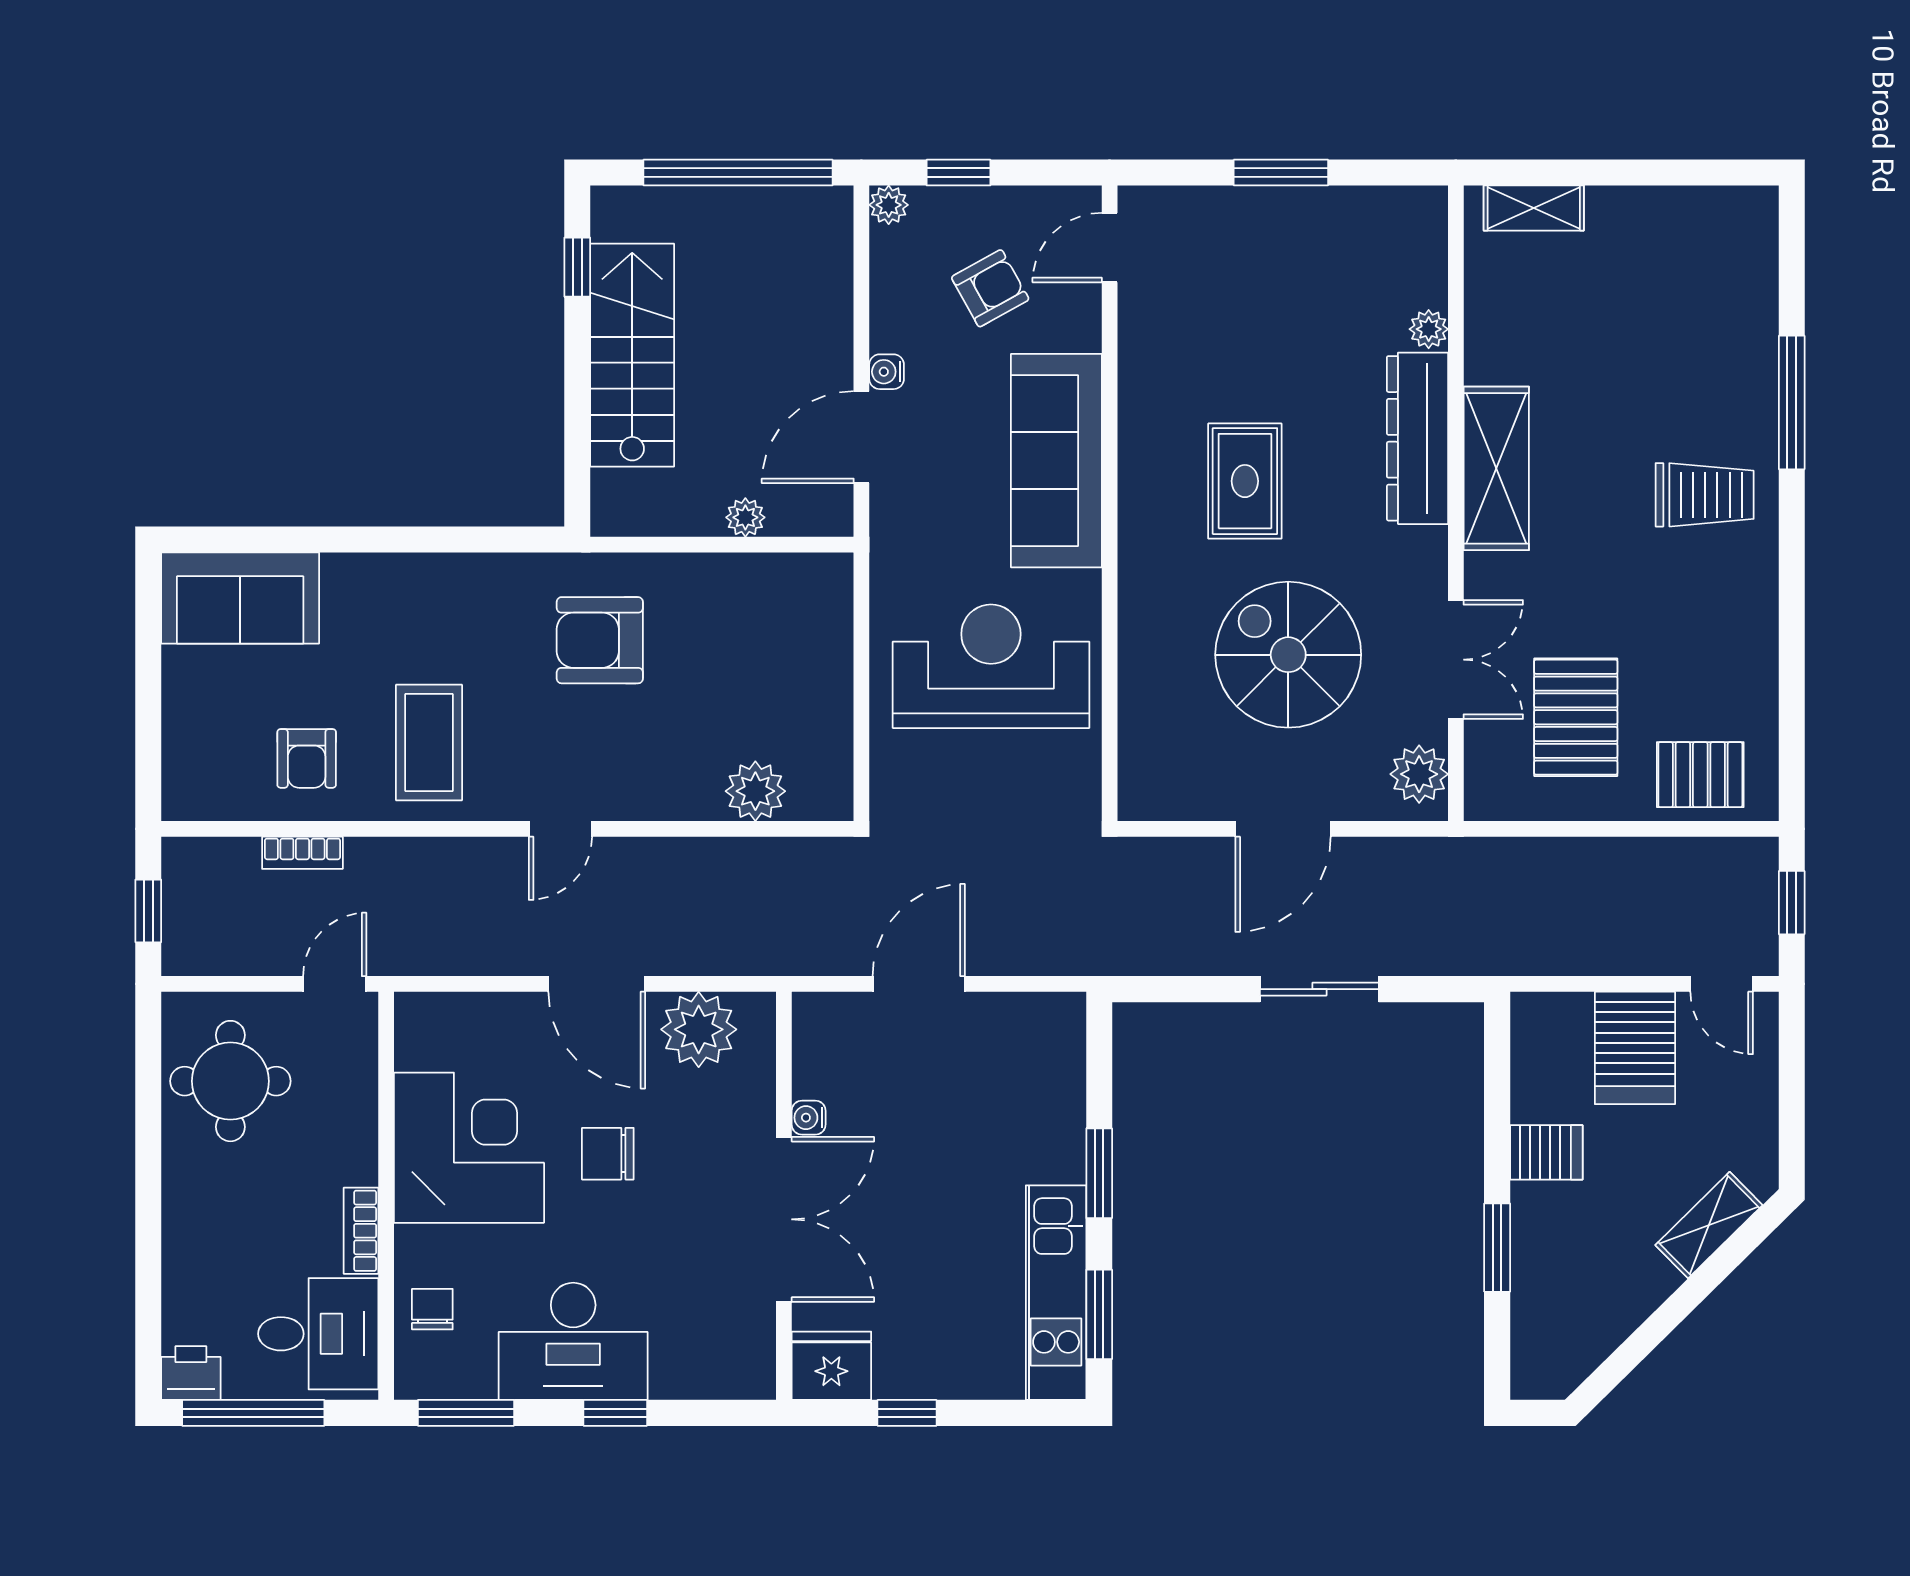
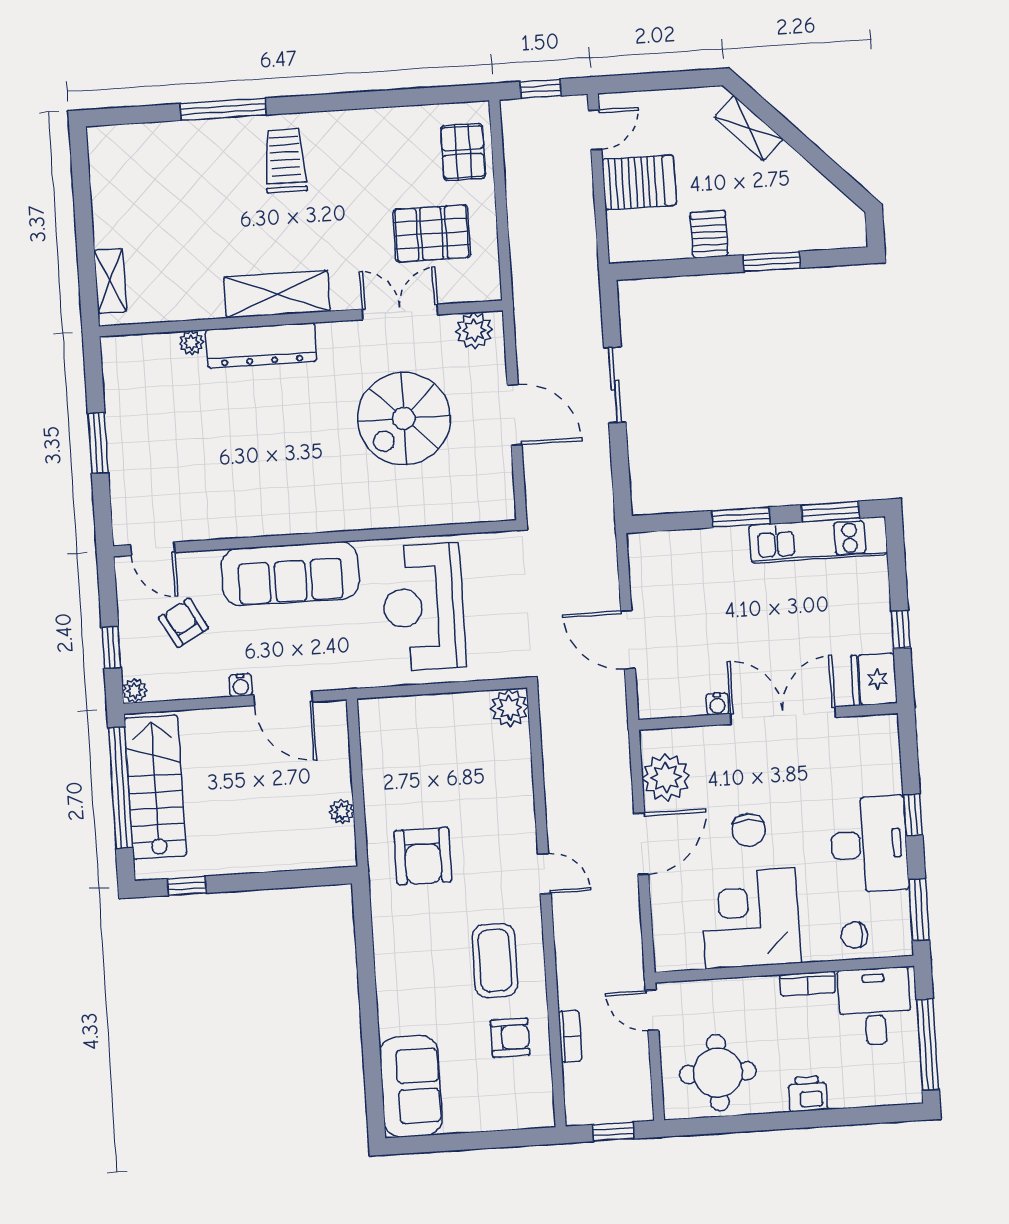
stairs: (632, 355) -> (155, 787), moved, turned 90
rug: (1245, 481) -> (295, 453), removed
plant: (745, 517) -> (342, 812), moved
coffee table: (429, 742) -> (495, 960), turned 90
plant: (755, 791) -> (510, 708), moved
printer: (191, 1373) -> (808, 1094), moved, turned 90

